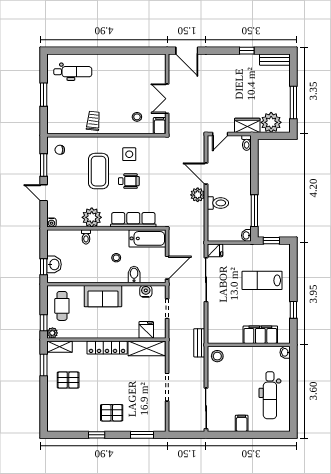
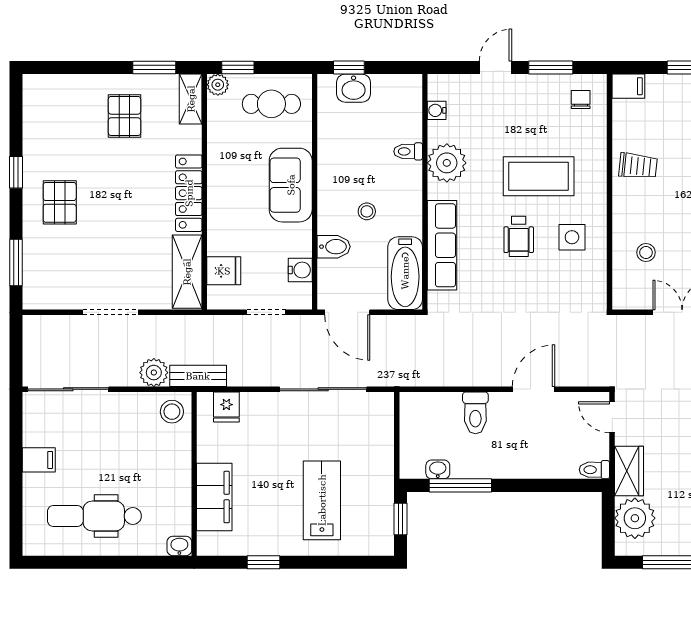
filing cabinet: (160, 126) -> (628, 86), moved
plant: (198, 195) -> (154, 373), moved
water cooler: (51, 222) -> (437, 110), moved
washbasin: (246, 235) -> (438, 469), moved
fridge: (215, 250) -> (226, 407), moved

